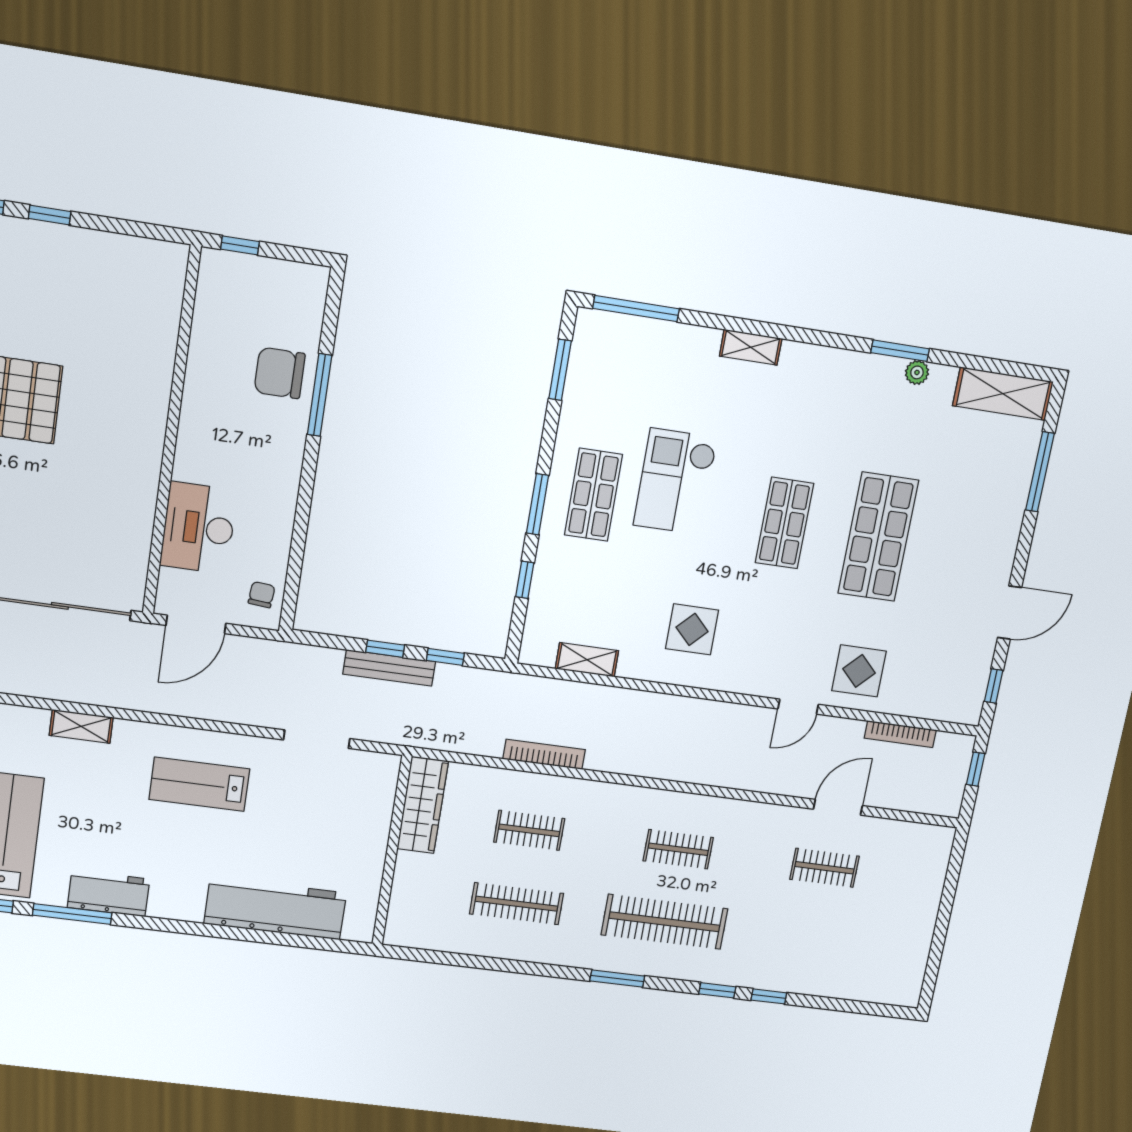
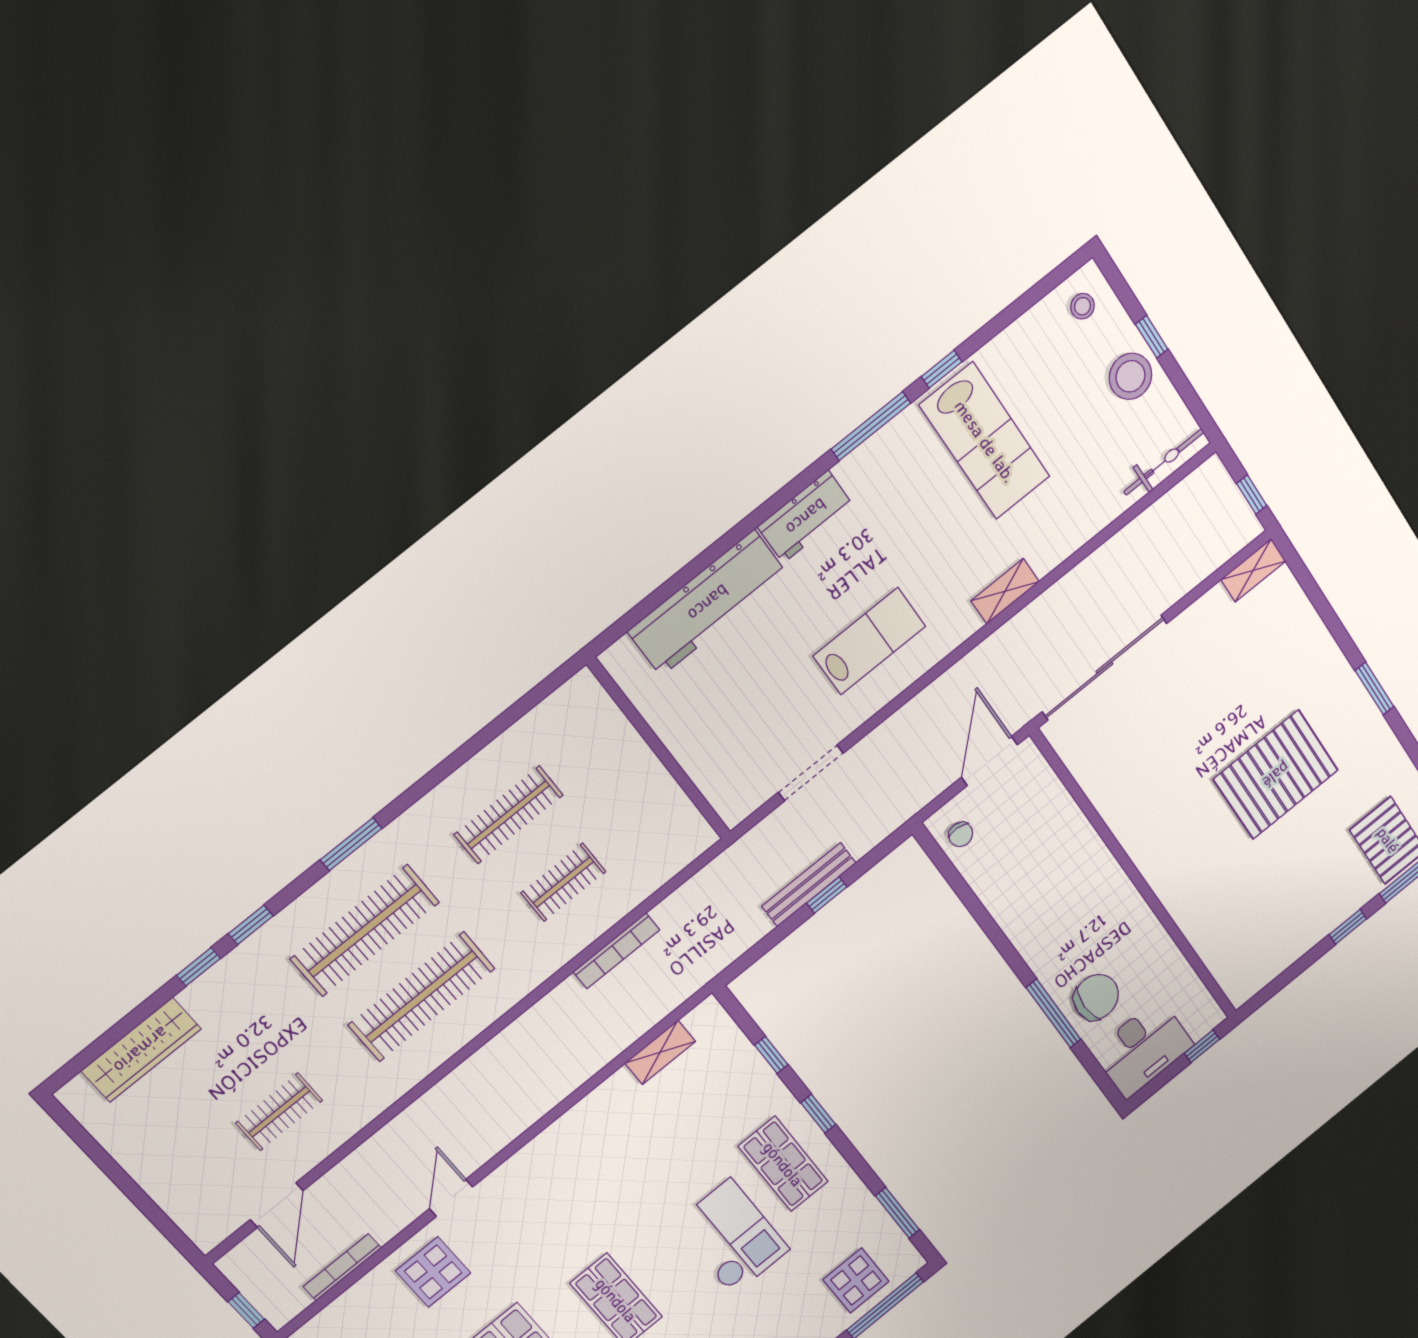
window: (537, 504) -> (818, 1114), width x0.67
desk: (198, 528) -> (1143, 1048), moved, turned 90
display table: (692, 629) -> (856, 1280), moved
window: (445, 657) -> (774, 938), removed
wardrobe: (423, 805) -> (141, 1050), moved, turned -90
door: (838, 807) -> (277, 1205), moved
clothes rail: (678, 849) -> (422, 997), width x1.86, depth x1.31
workbench: (109, 893) -> (806, 517), moved

